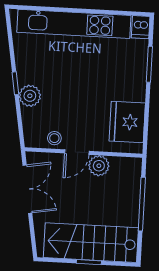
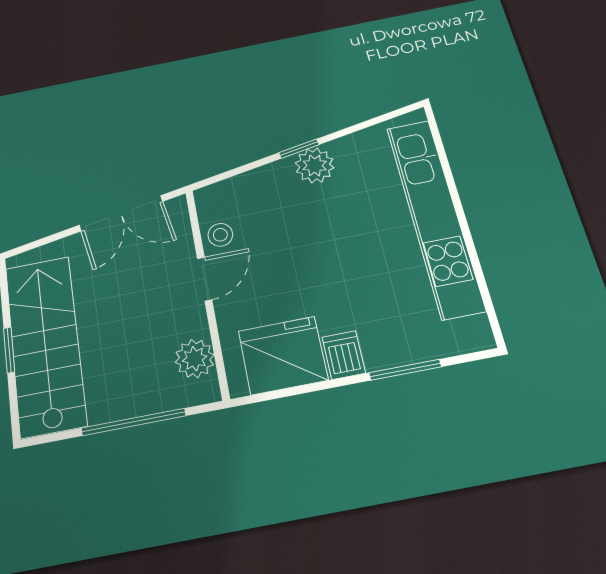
dishwasher: (141, 27) -> (344, 355), moved, turned 90
plant: (30, 96) -> (315, 165), moved
door: (77, 152) -> (205, 279), swing flipped
plant: (99, 166) -> (195, 359), moved

